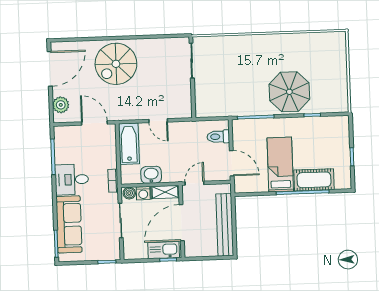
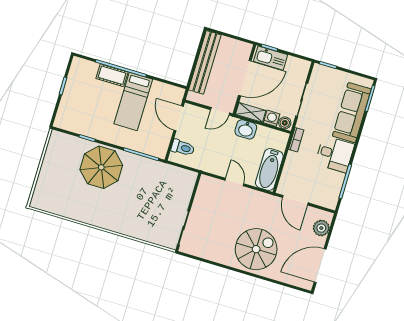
washbasin: (151, 175) -> (246, 129), moved
cot: (314, 180) -> (112, 75), width x0.73, depth x0.75

